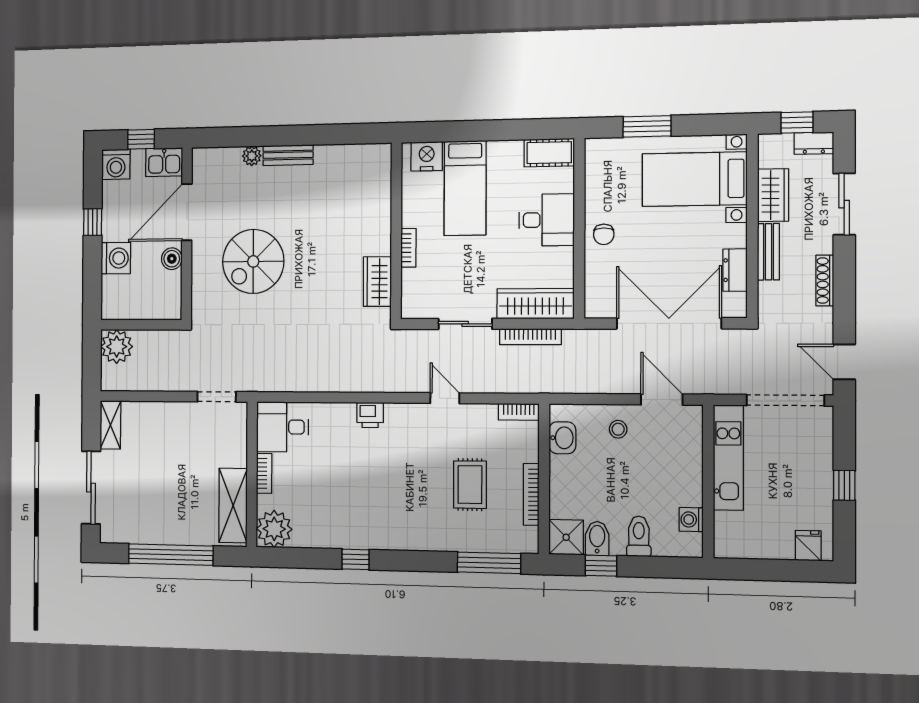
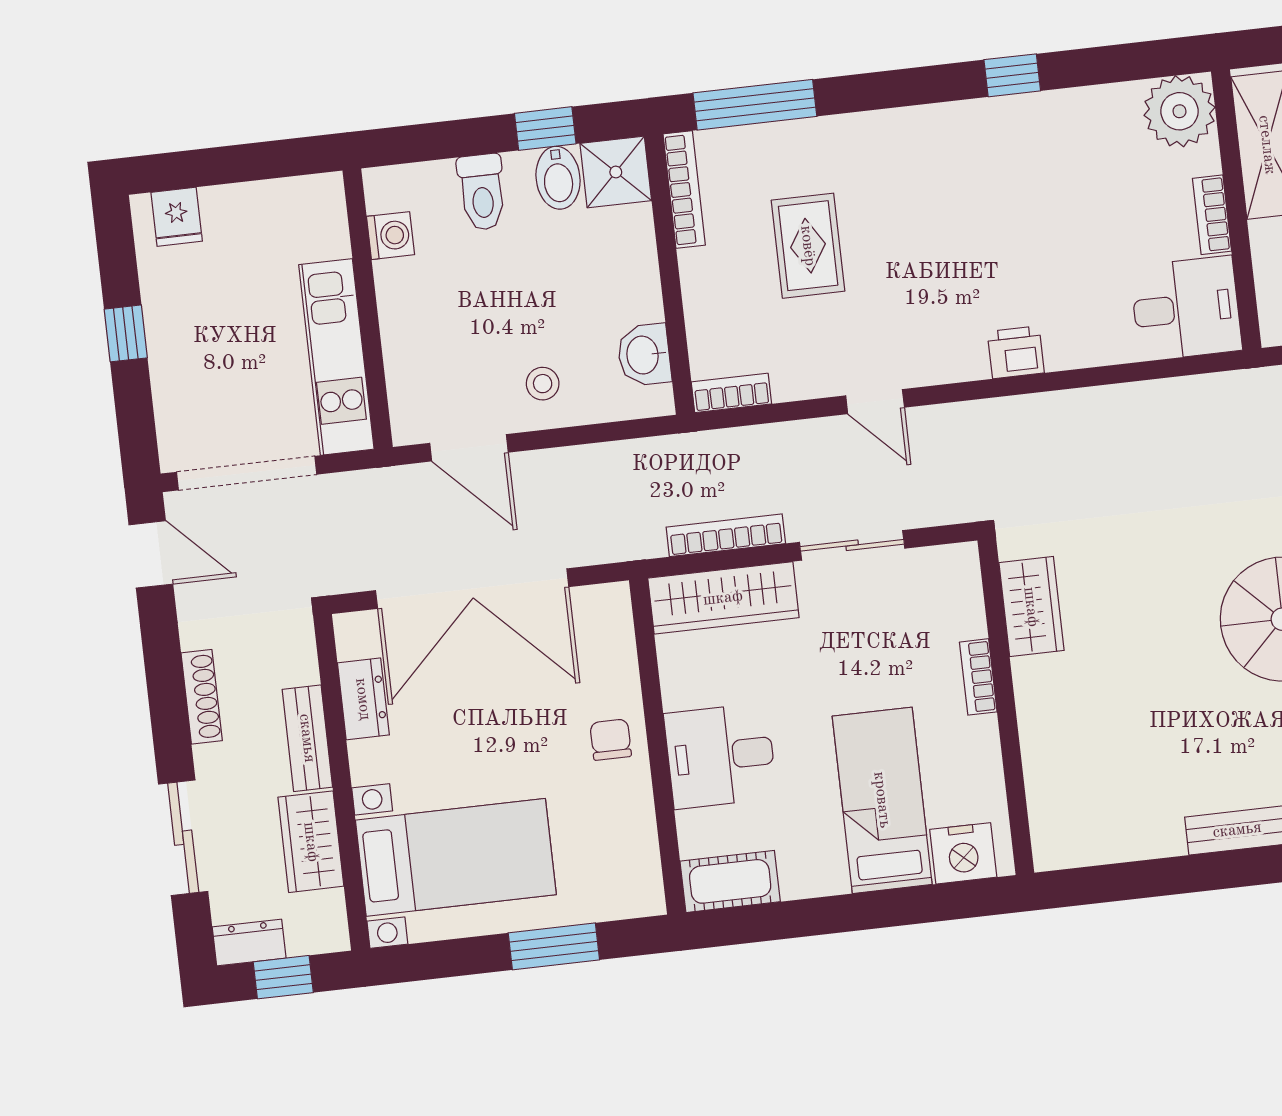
bookcase: (531, 494) -> (684, 190), moved

